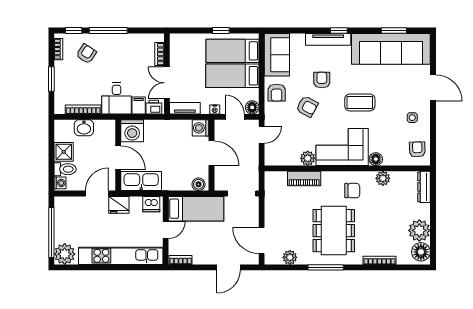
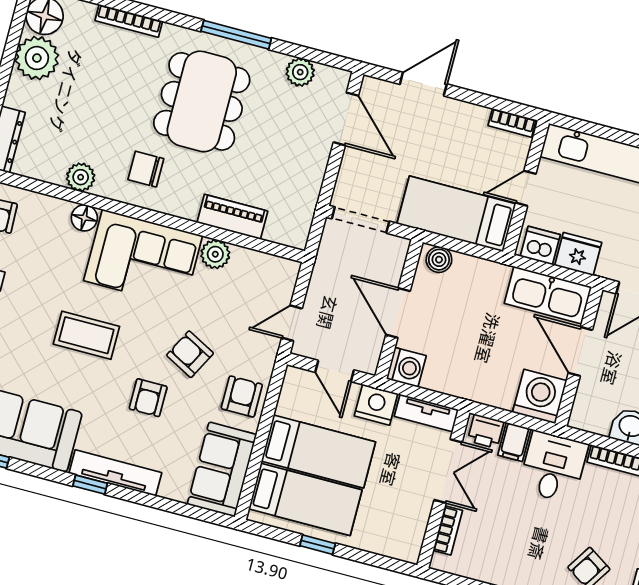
floor lamp: (252, 107) -> (296, 381), removed
nightstand: (215, 109) -> (376, 405), width x1.89, depth x1.79
fridge: (119, 205) -> (578, 254), moved

